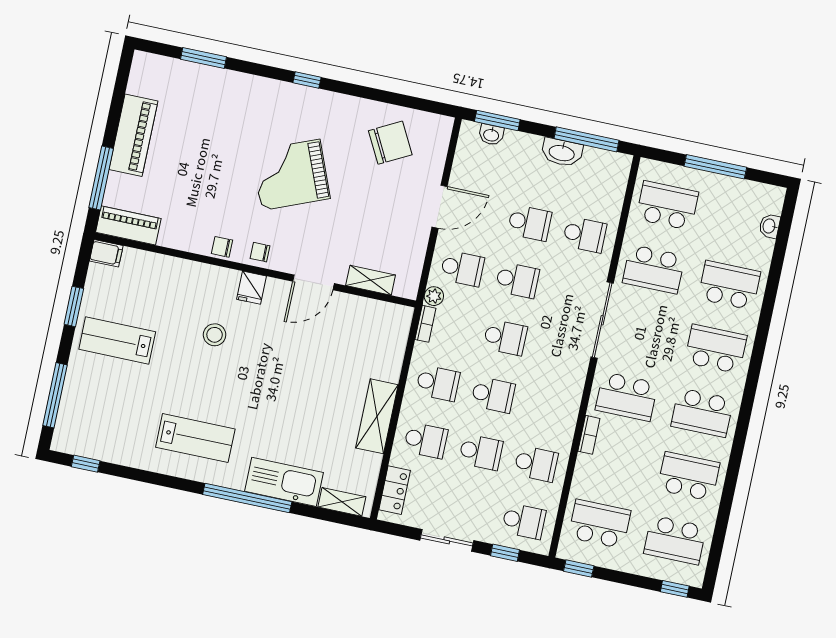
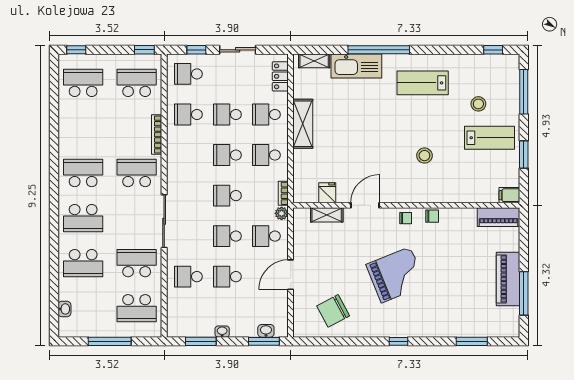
window: (587, 139) -> (201, 341), width x0.69
washbasin: (562, 152) -> (222, 332), width x0.52, depth x0.69
window: (101, 178) -> (524, 293), moved
fridge: (251, 288) -> (327, 193), moved
stool: (123, 392) -> (478, 104), added
bookcase: (589, 435) -> (157, 135), width x1.56
school desk: (689, 476) -> (83, 128), removed
school desk: (600, 524) -> (137, 83), turned 180

